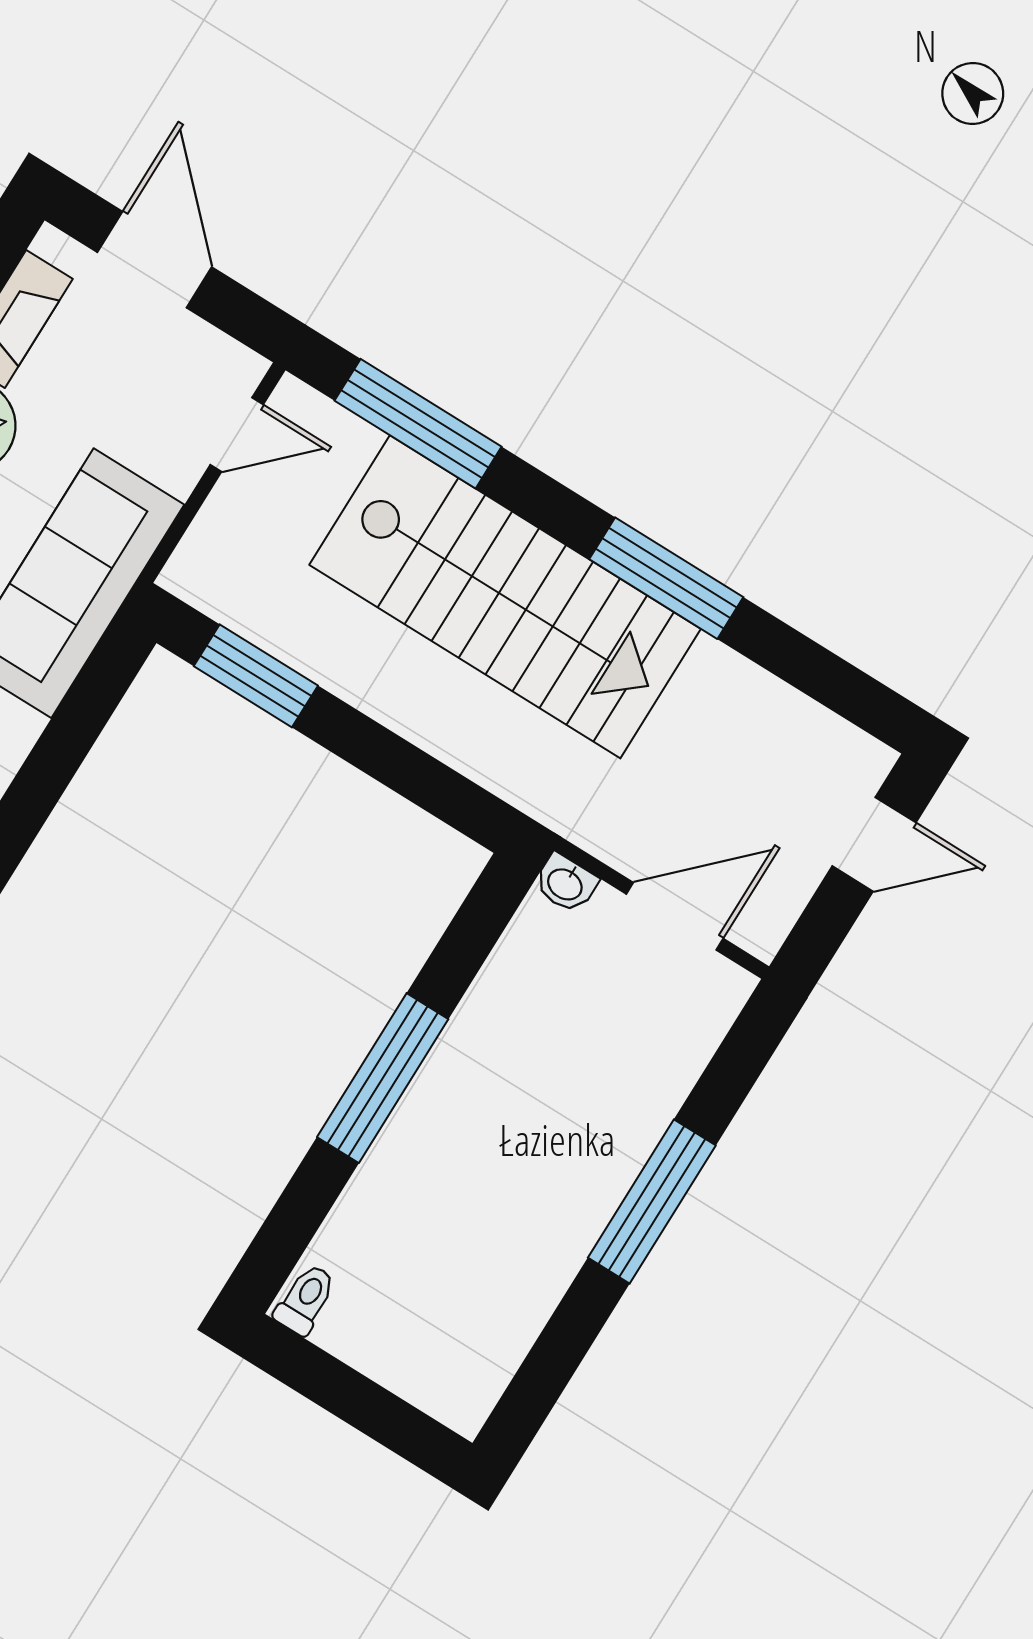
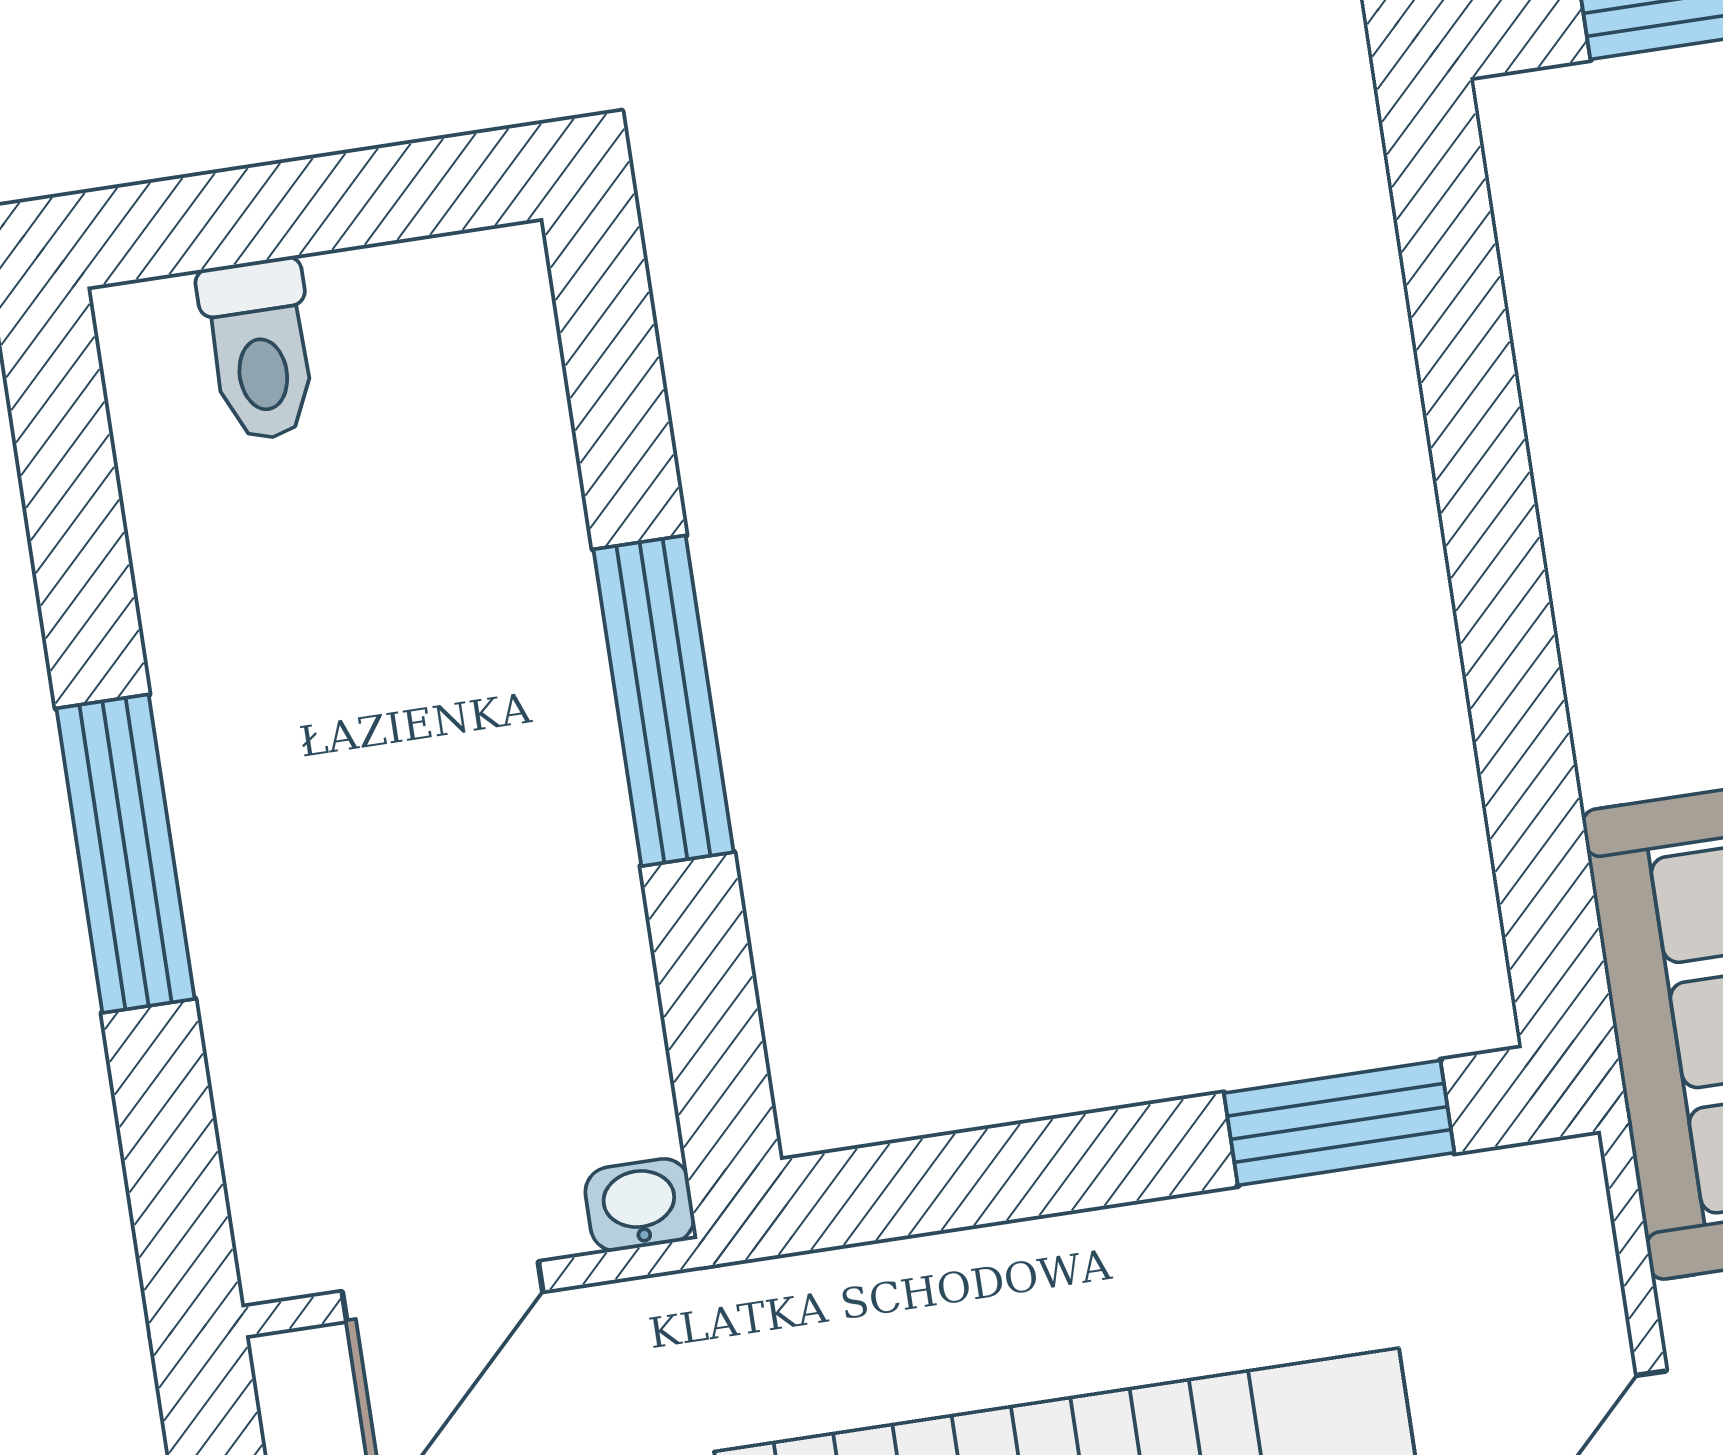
toilet: (306, 1299) -> (260, 350), moved, width x1.37, depth x1.39

